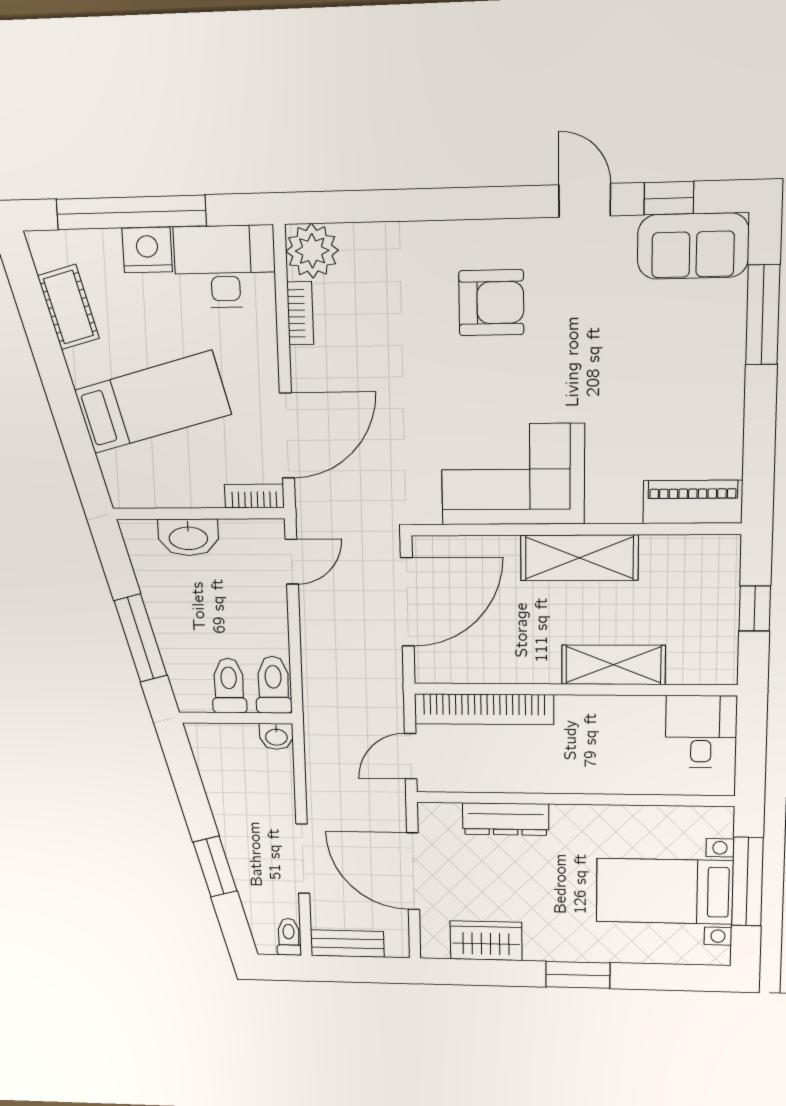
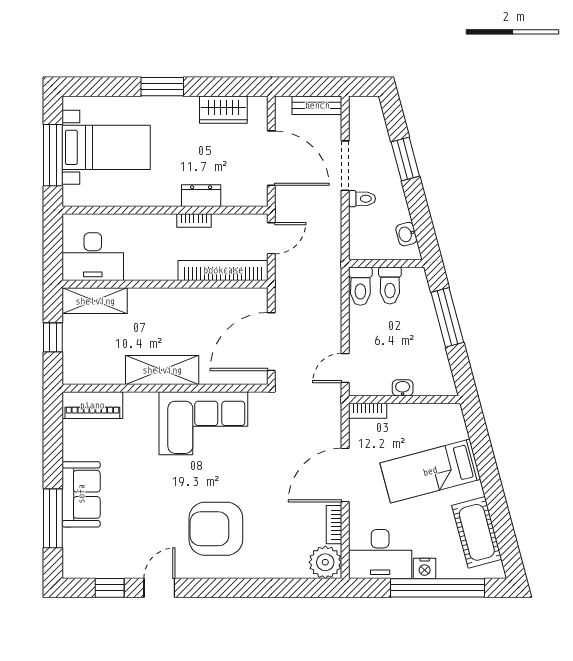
door: (585, 200) -> (159, 588), swing flipped
sofa: (693, 246) -> (81, 494), moved, turned 90
nightstand: (147, 250) -> (425, 568), width x0.74, depth x0.75
armchair: (491, 303) -> (216, 529), width x1.36, depth x1.36
cot: (68, 307) -> (477, 532), width x1.37, depth x1.34
door: (287, 436) -> (345, 475), moved
washbasin: (188, 537) -> (403, 388), width x0.52, depth x0.69
shelving: (613, 665) -> (95, 301), moved
desk: (701, 732) -> (93, 257), width x1.37
washbasin: (276, 736) -> (406, 234), moved, turned -105
bookcase: (529, 783) -> (194, 221), added
dresser: (506, 819) -> (201, 196), width x0.70
toilet: (289, 937) -> (362, 199), moved, turned -90

